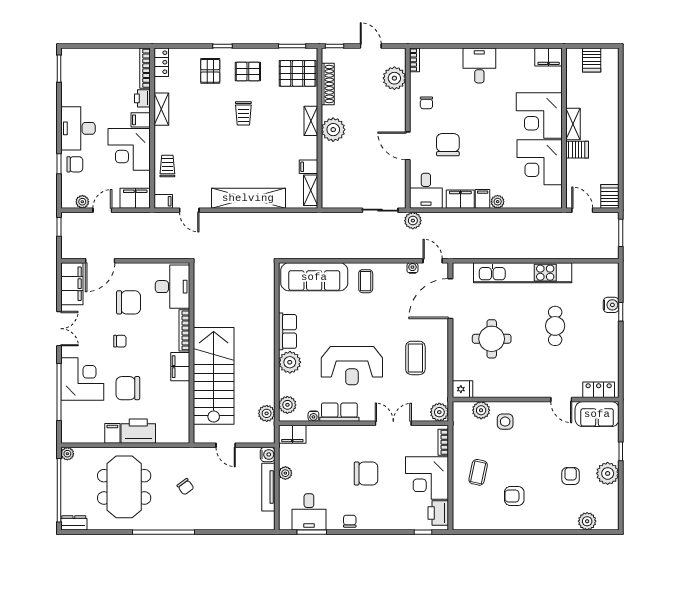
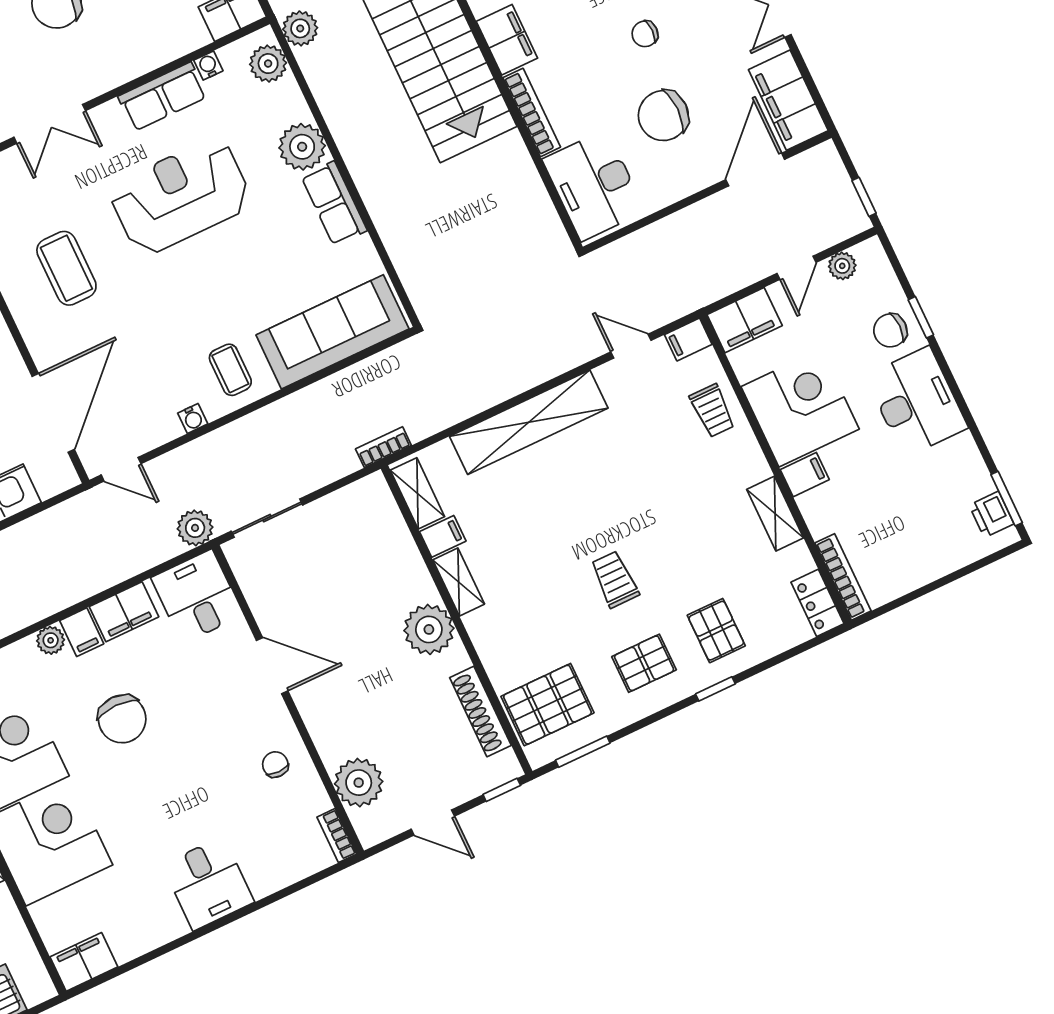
printer: (142, 98) -> (991, 515), moved, turned 180
shelving: (311, 121) -> (459, 582), moved
chair: (448, 145) -> (122, 719), moved
bookcase: (316, 217) -> (383, 447), added
water cooler: (412, 268) -> (193, 418), moved

